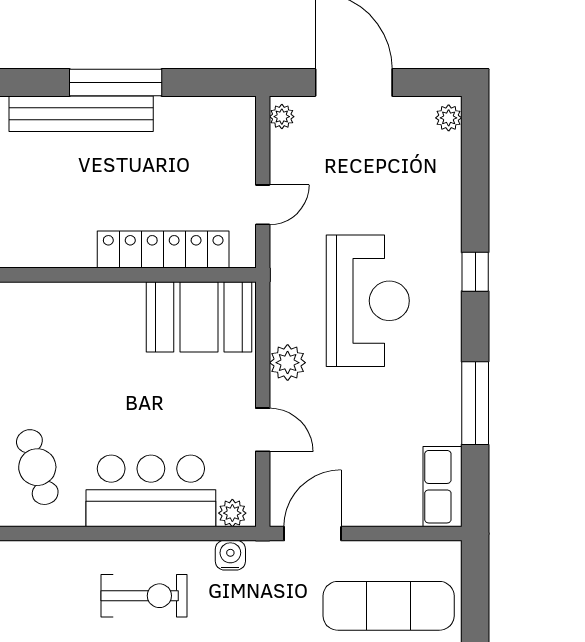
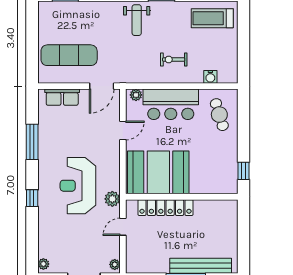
booth: (199, 317) -> (158, 172), width x1.36, depth x1.42
plant: (288, 363) -> (112, 199), moved
door: (263, 430) -> (123, 131), swing flipped
row of seats: (442, 487) -> (62, 97), moved, turned 90
water cooler: (230, 555) -> (210, 77), moved
exercise bike: (144, 596) -> (174, 60), width x0.73, depth x0.72

